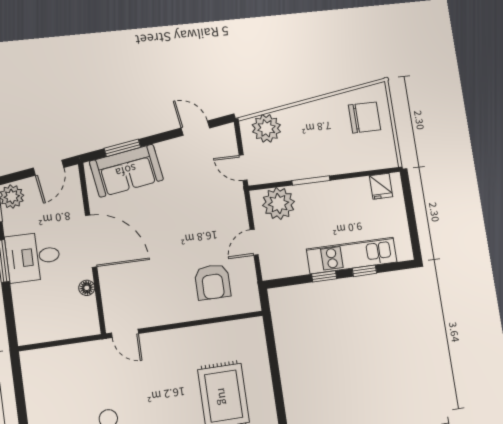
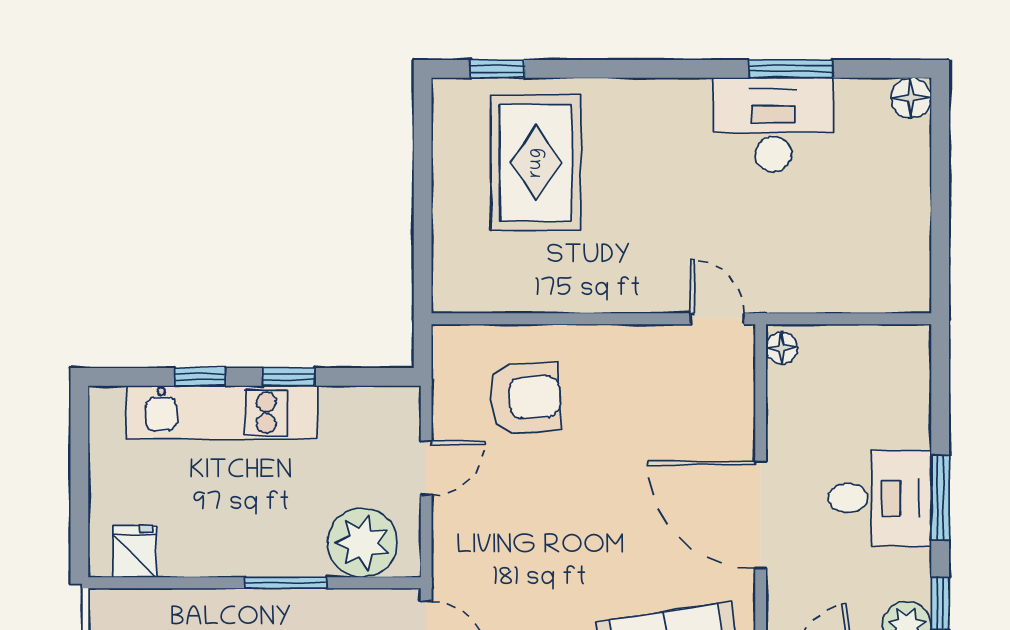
armchair: (213, 282) -> (525, 398), turned 87
floor lamp: (87, 288) -> (782, 348), moved

